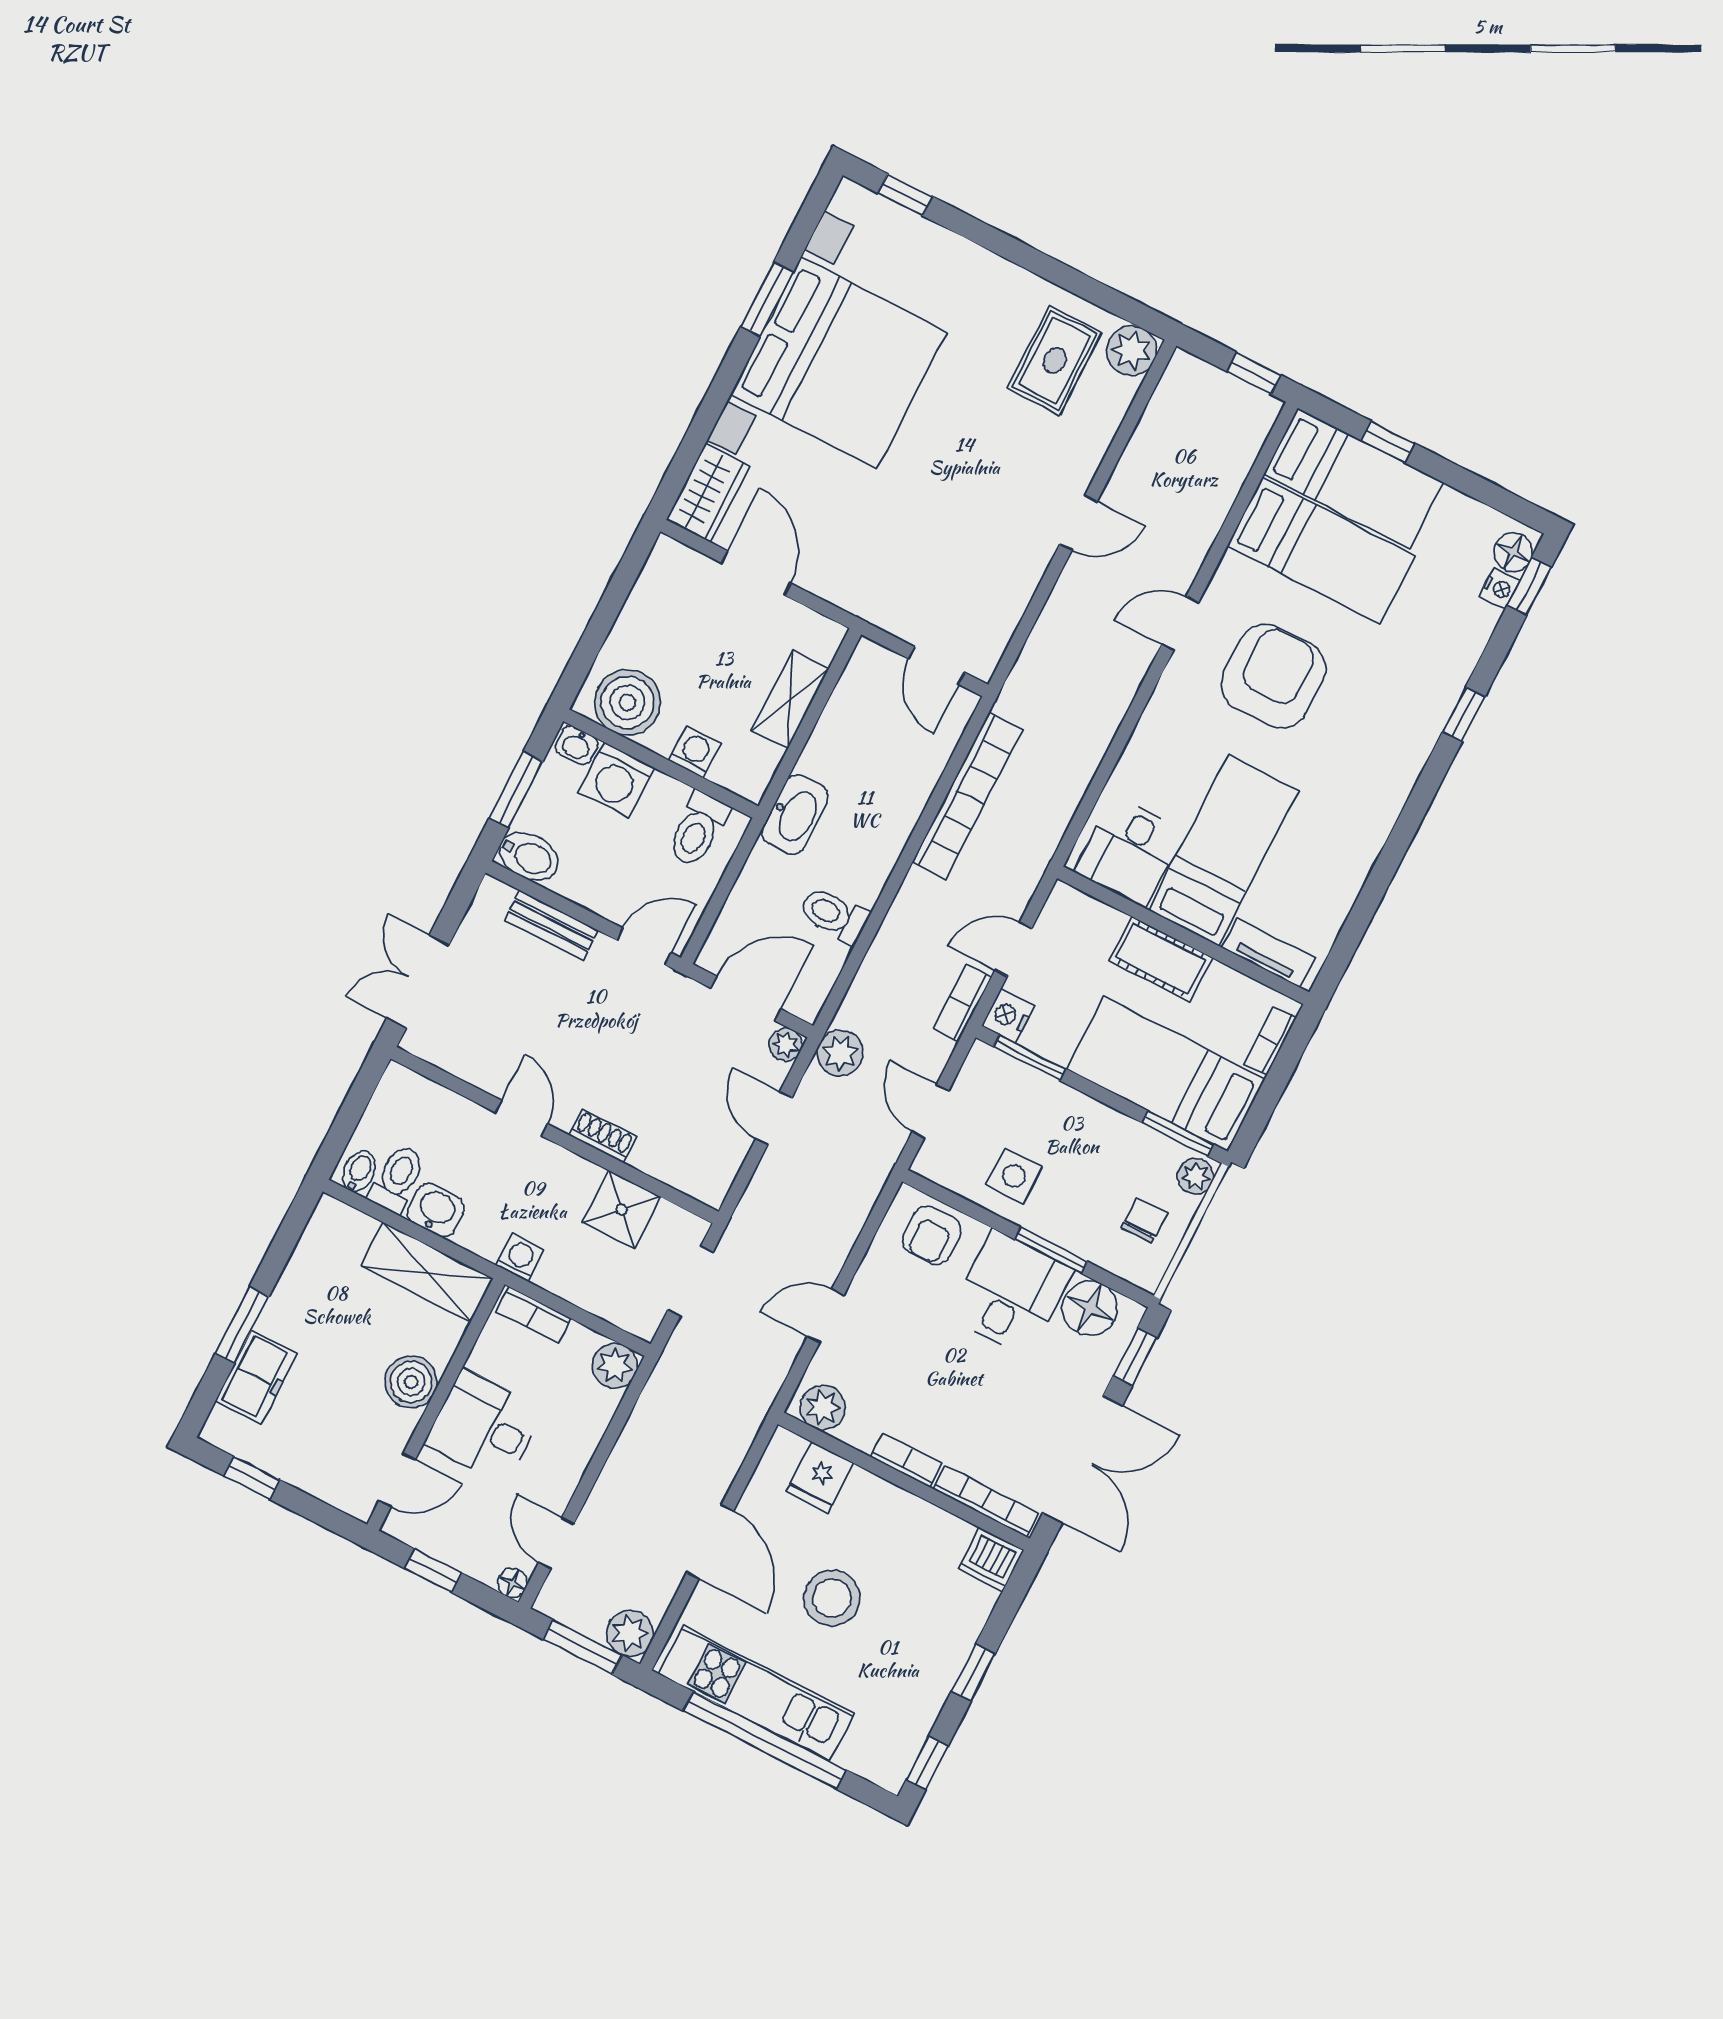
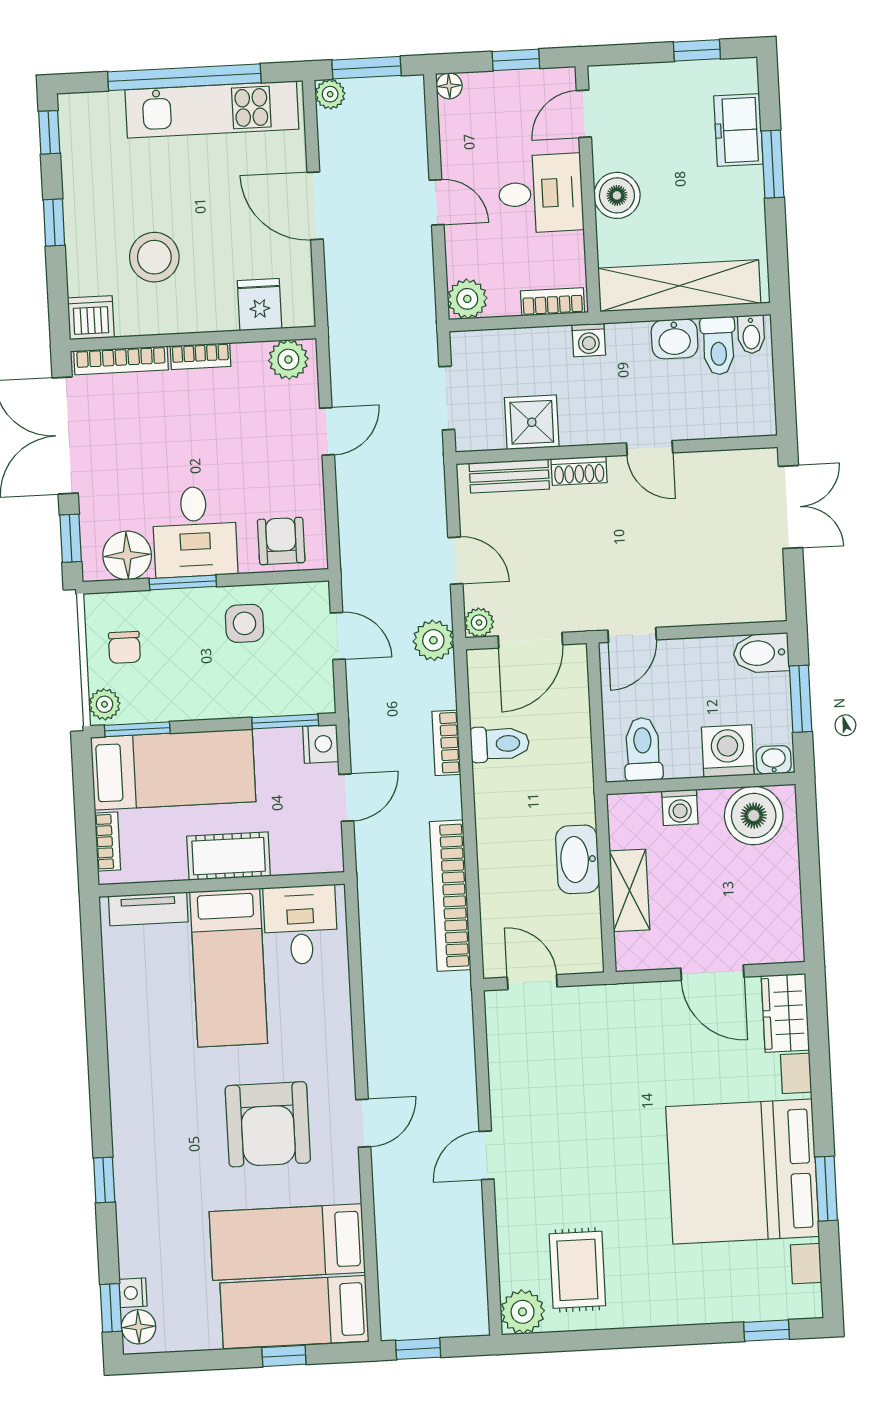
washbasin: (795, 815) -> (578, 859), moved
bench: (551, 925) -> (509, 476), moved
bookcase: (962, 1003) -> (446, 743), moved, turned 180
shelving: (427, 1272) -> (679, 286), width x1.47
door: (556, 1543) -> (437, 202), moved
stool: (832, 1598) -> (154, 257), moved
plant: (630, 1633) -> (330, 94), width x0.73, depth x0.73

